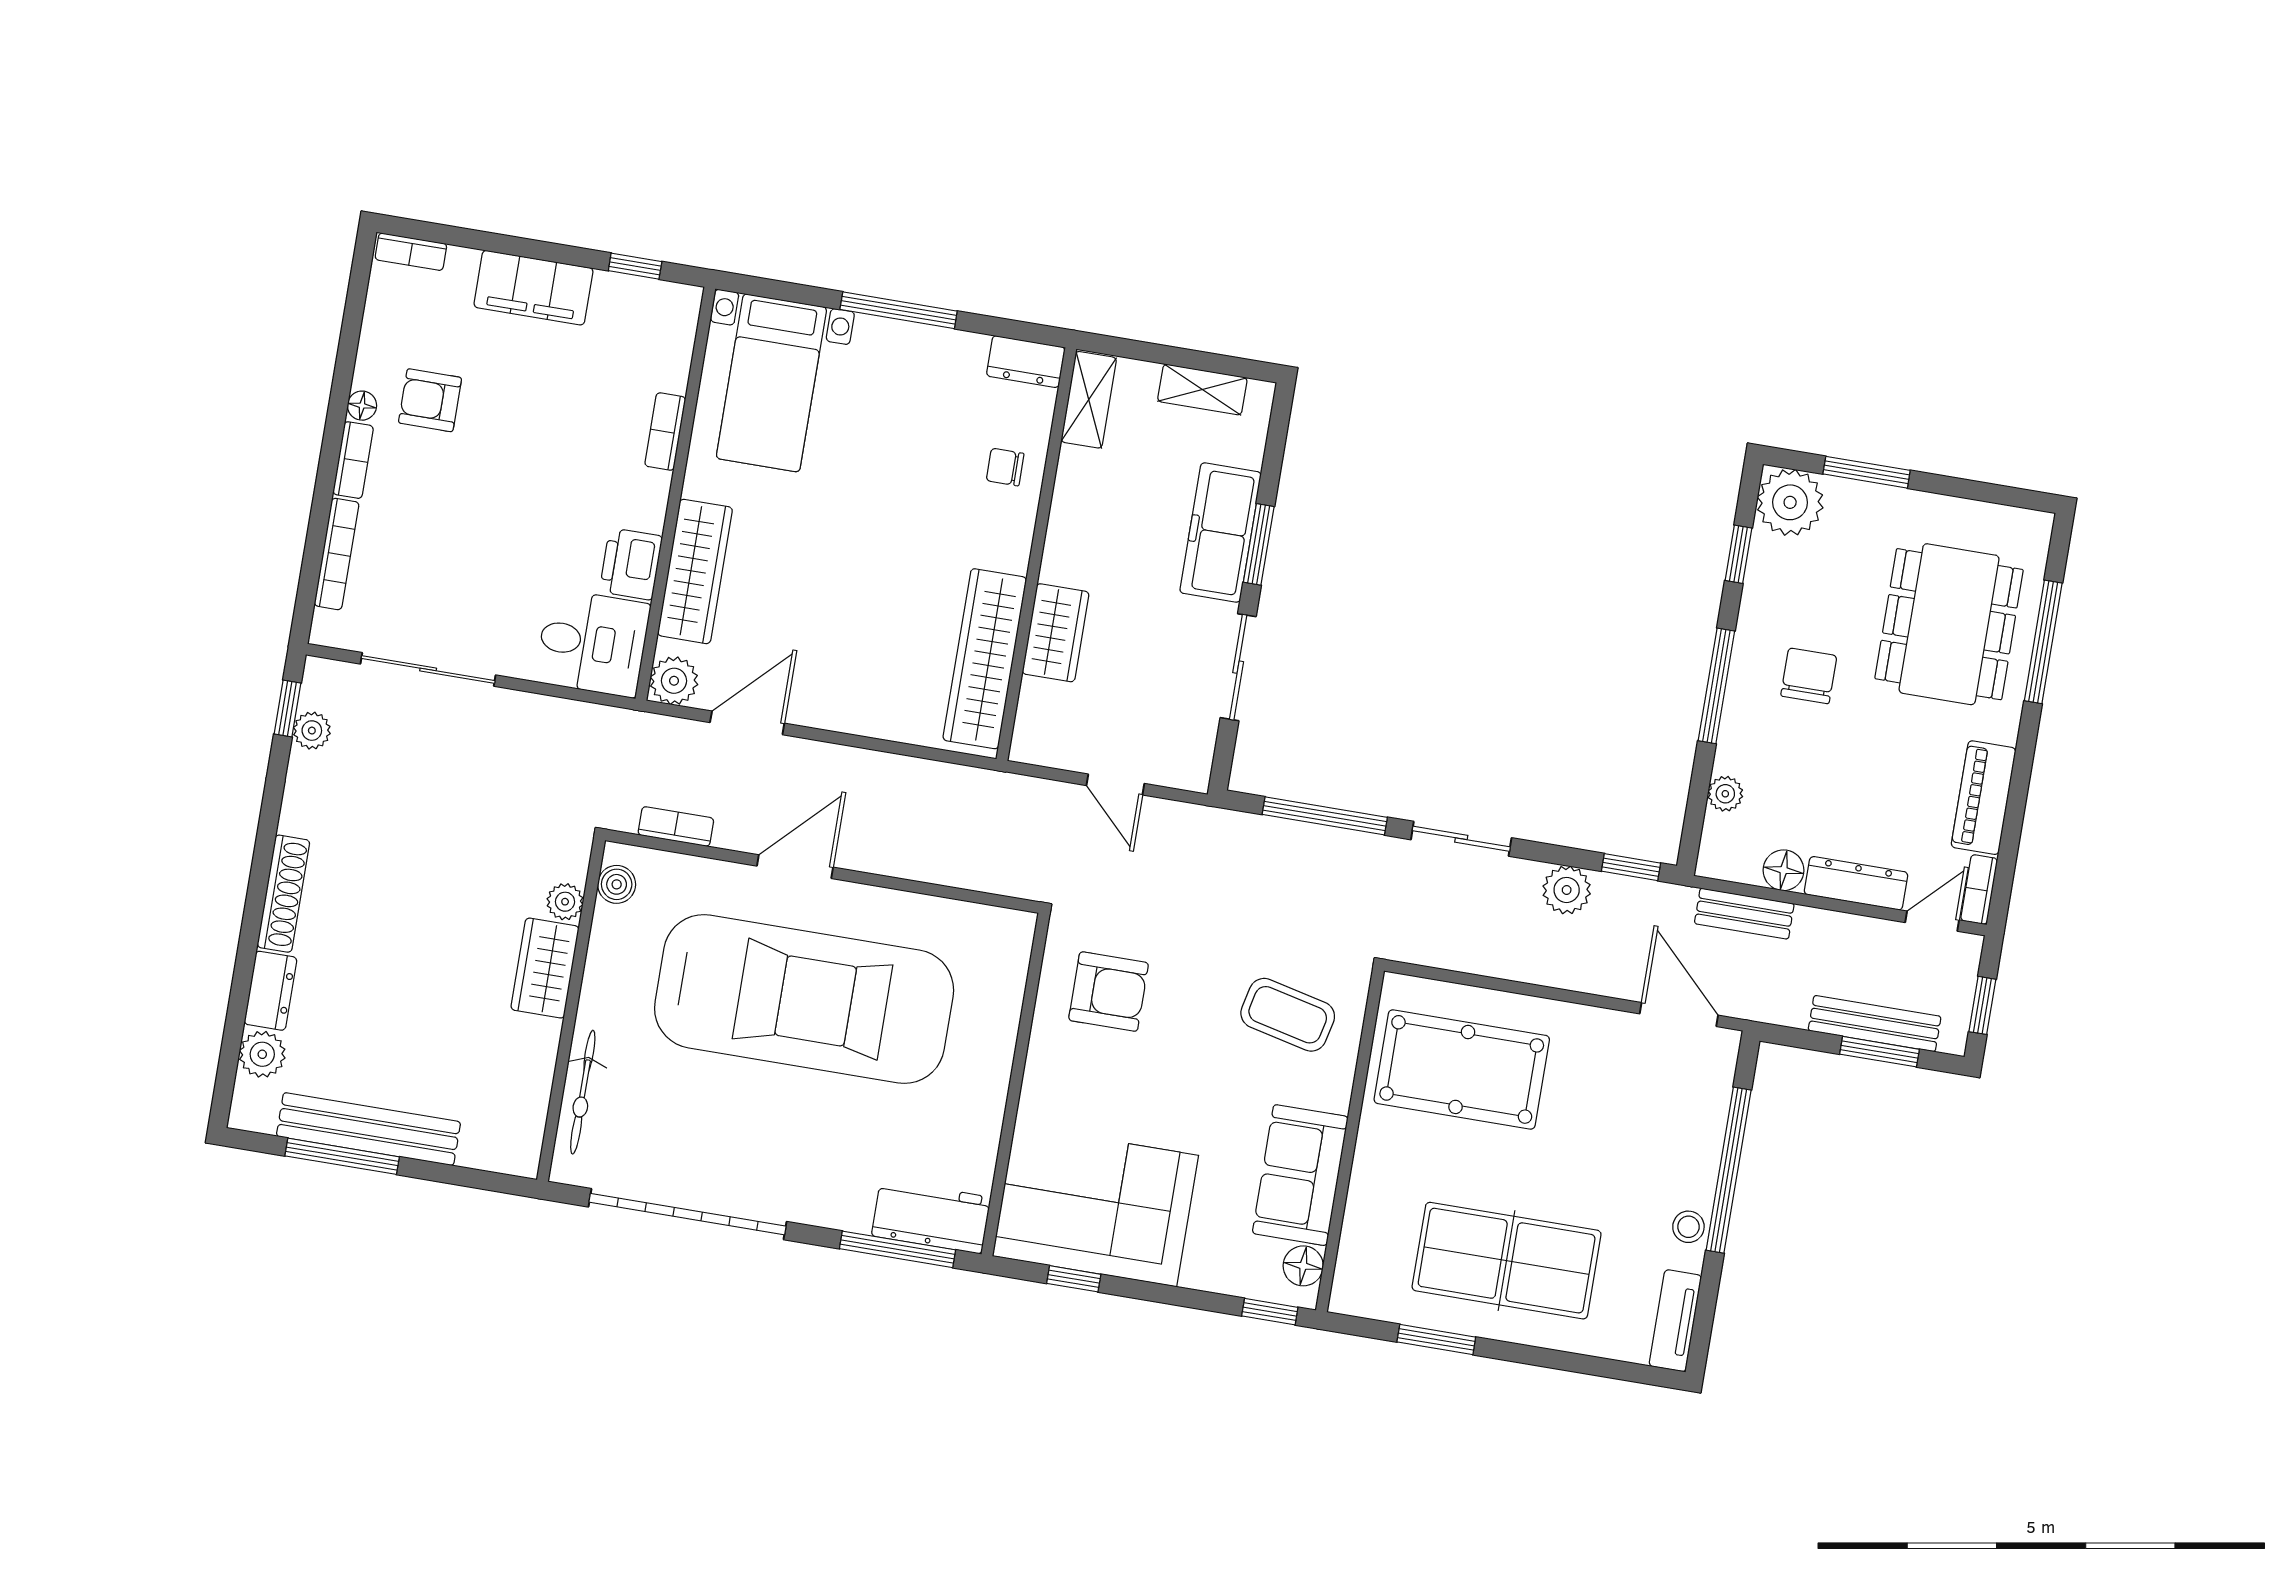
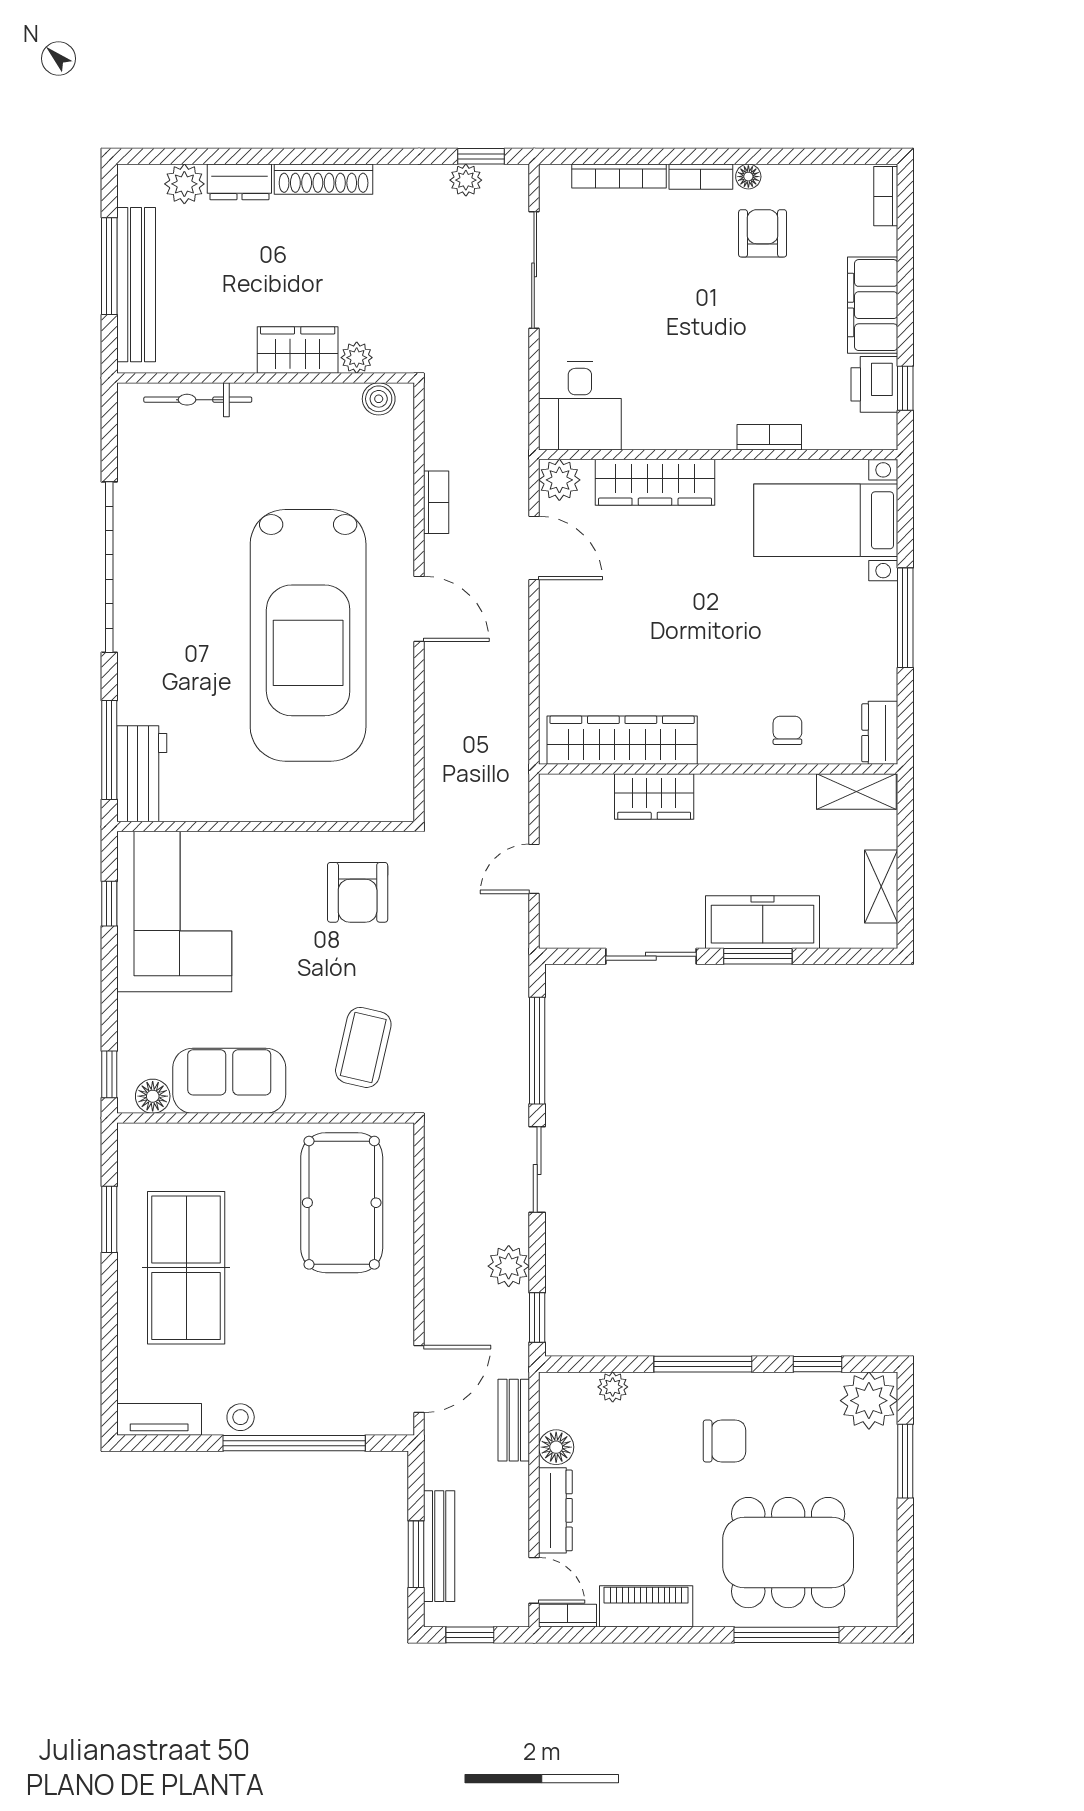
printer: (631, 564) -> (874, 384), moved, turned -90
boiler: (617, 884) -> (379, 399), moved
plant: (565, 902) -> (357, 358), moved
wardrobe: (545, 968) -> (298, 350), moved
wall: (571, 1010) -> (266, 378), moved
bicycle: (583, 1092) -> (198, 400), moved

